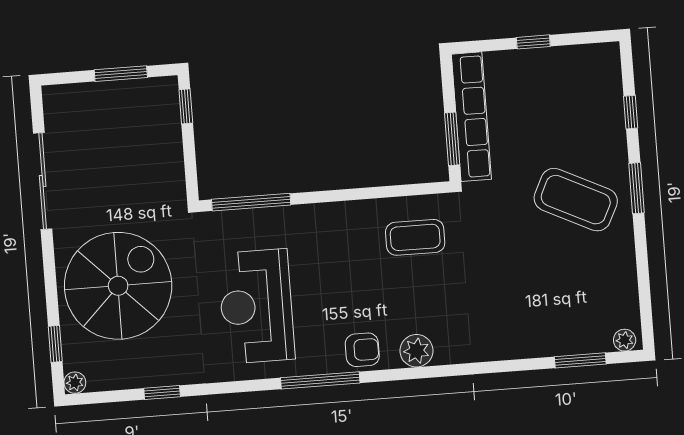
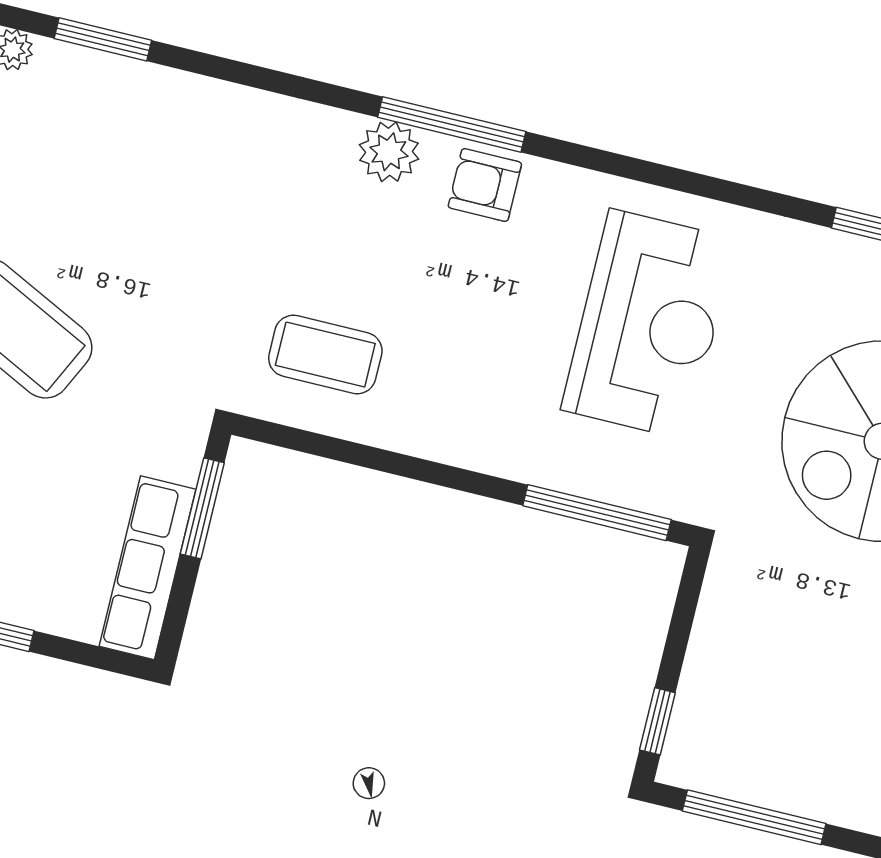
window: (121, 74) -> (754, 817), width x1.44
row of seats: (471, 117) -> (147, 568), width x0.73
window: (320, 380) -> (452, 124), moved

